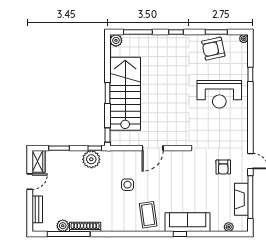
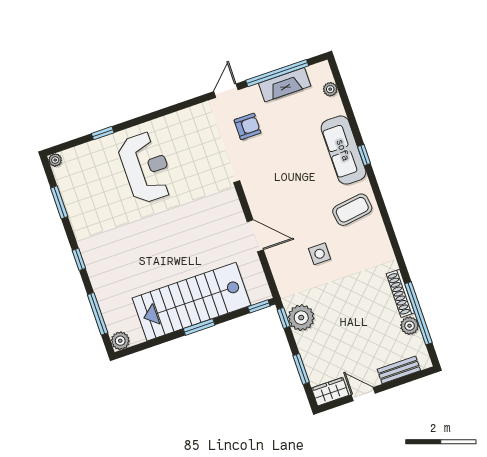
armchair: (213, 49) -> (84, 198), removed

